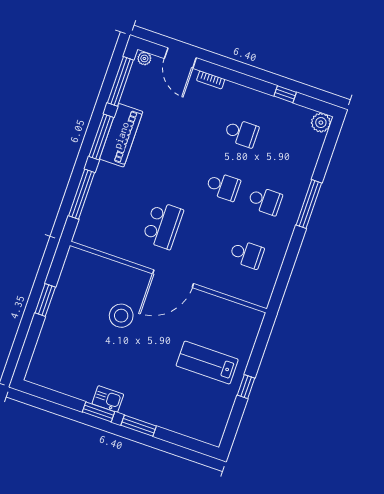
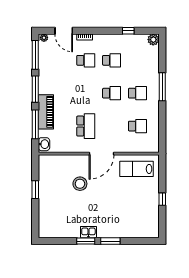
school desk: (200, 118) -> (86, 60), added
piano: (121, 135) -> (46, 112), moved
washbasin: (85, 231) -> (44, 144), added
lab bench: (207, 363) -> (136, 169), moved

